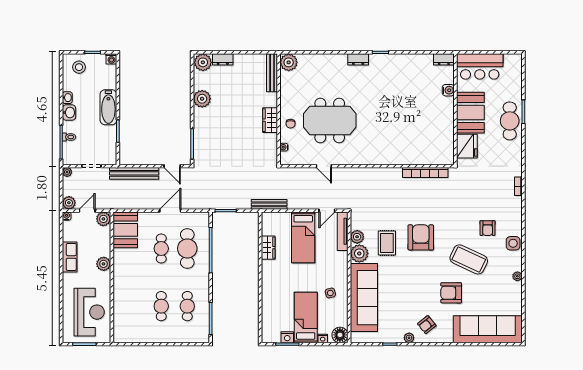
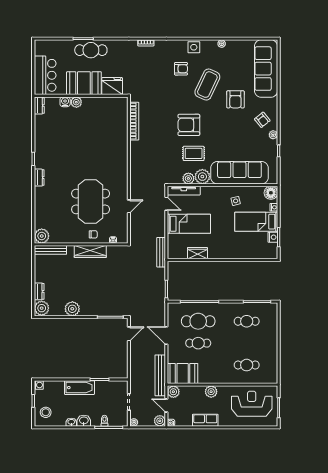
plant: (448, 103) -> (76, 102), added
wardrobe: (270, 120) -> (90, 252), width x1.50
bench: (134, 173) -> (160, 375), moved
cafe table: (161, 306) -> (247, 365), moved

